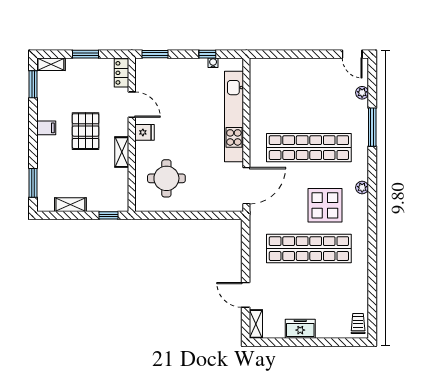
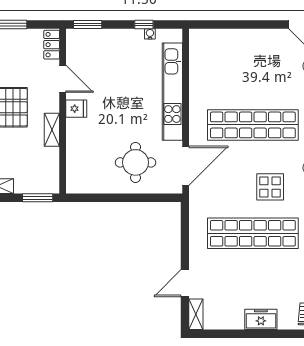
round table: (166, 178) -> (136, 162), moved
display table: (325, 205) -> (270, 187), width x0.73, depth x0.73
window: (109, 215) -> (38, 198), width x1.50
door: (246, 295) -> (185, 283), hinge flipped
freezer: (300, 329) -> (261, 319), moved

